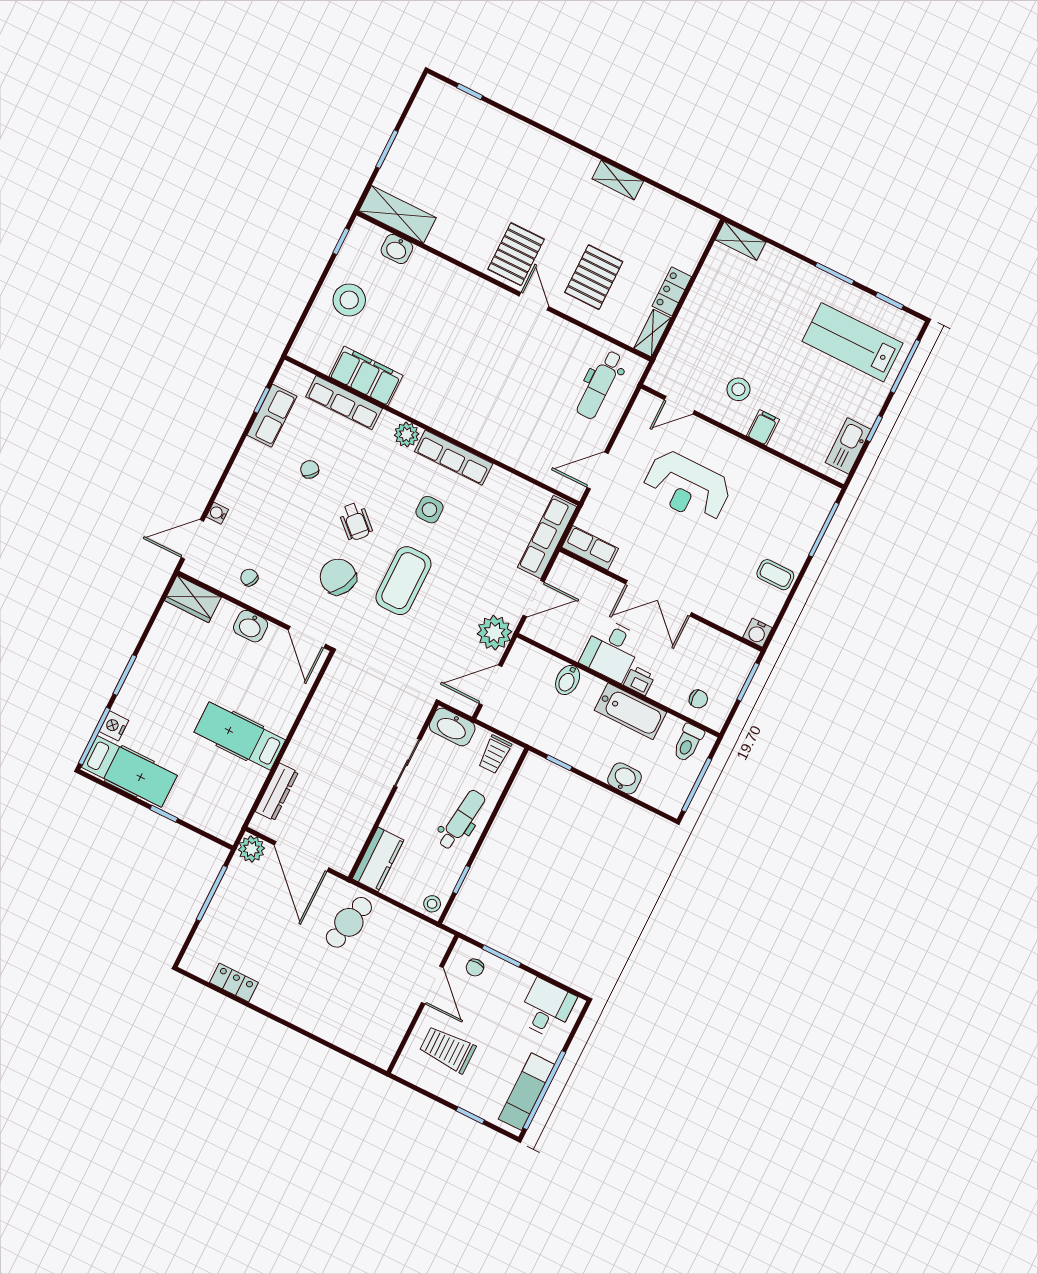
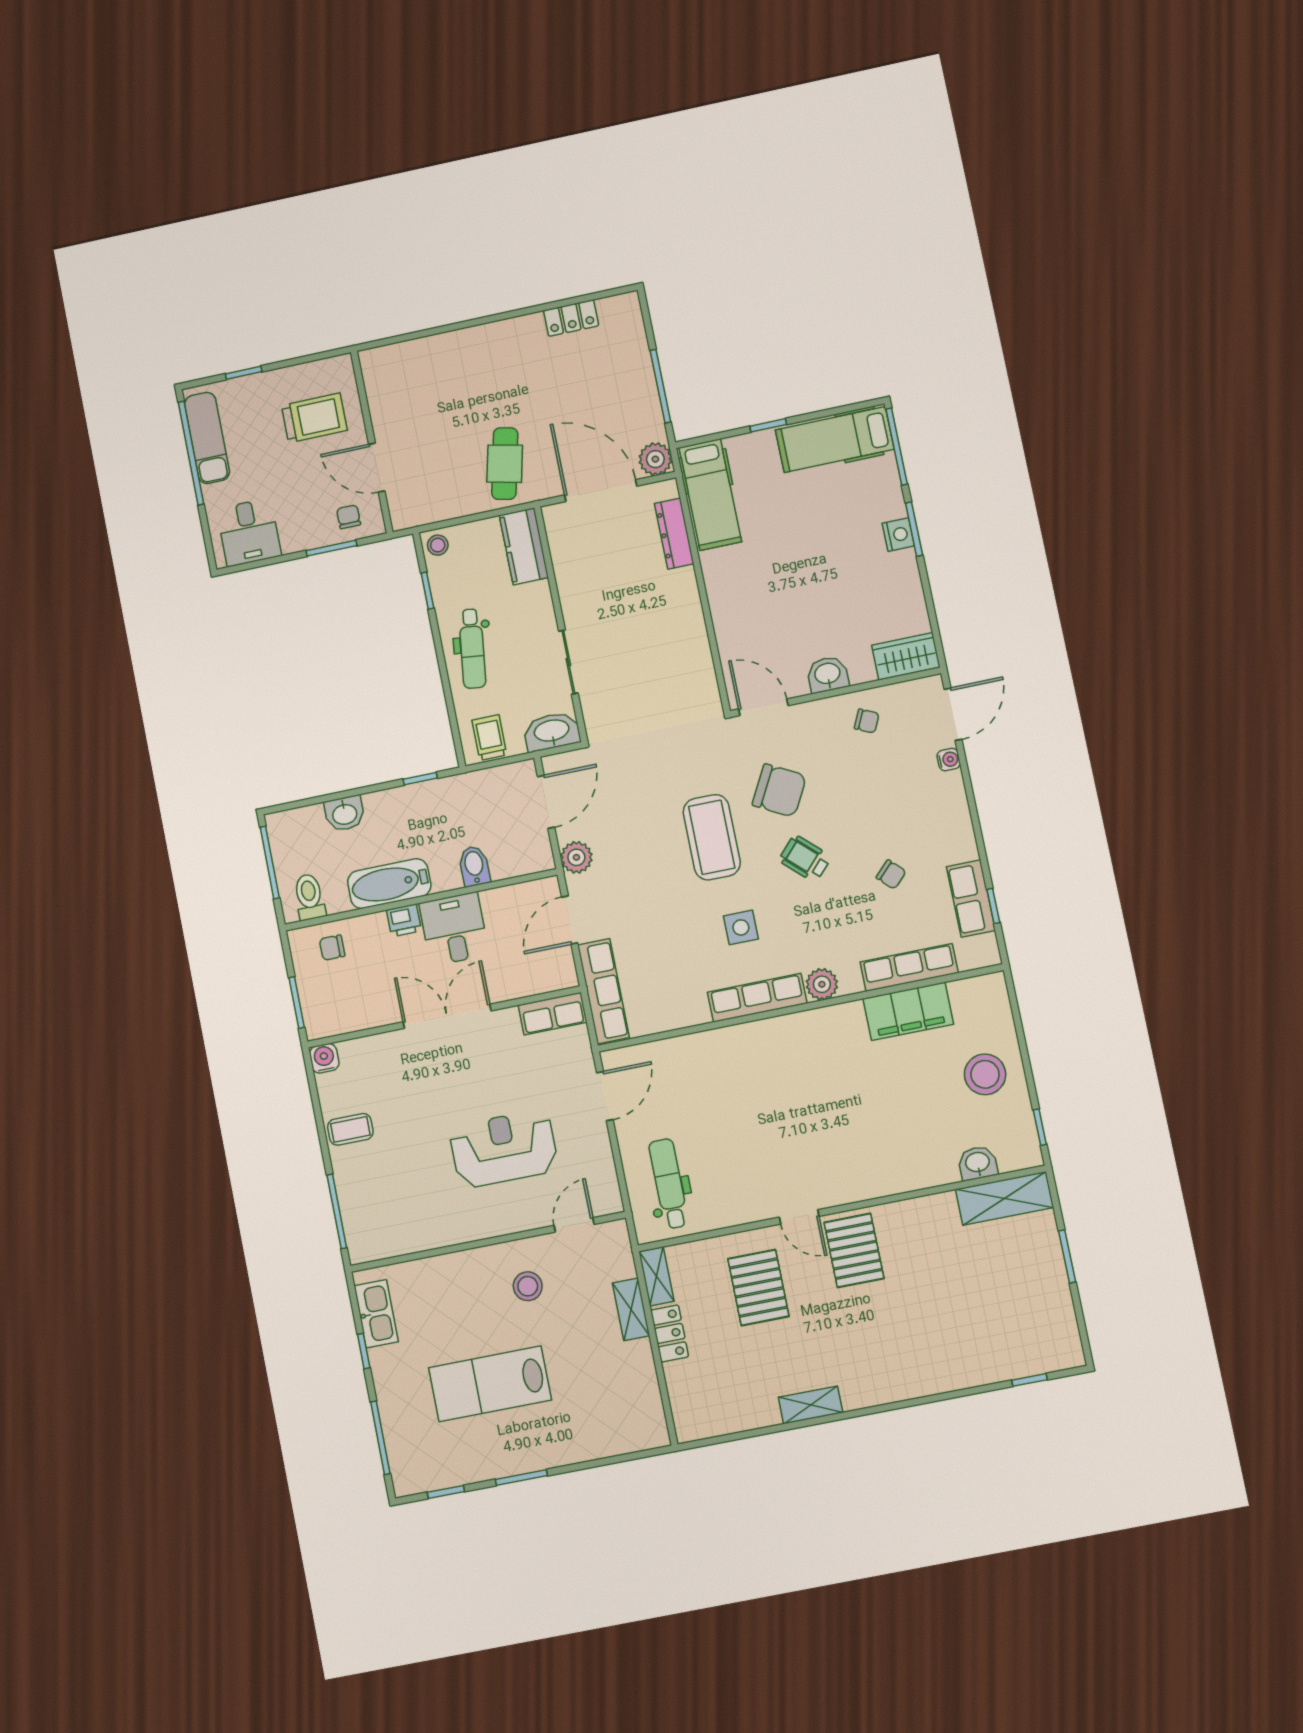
shelving: (740, 241) -> (631, 1309), moved, turned 90
lab bench: (853, 342) -> (490, 1384), moved, turned 180
filing cabinet: (763, 428) -> (474, 1267), removed
plant: (494, 633) -> (576, 857), width x0.73, depth x0.73
nightstand: (114, 726) -> (898, 535), moved
hospital bed: (240, 736) -> (710, 495), moved, turned 90

